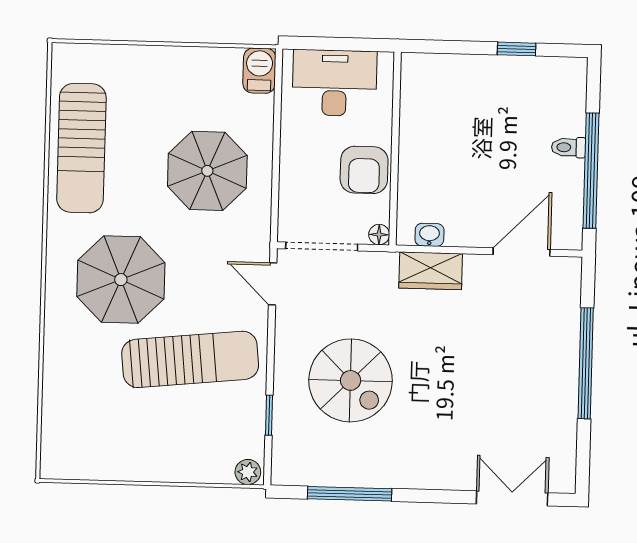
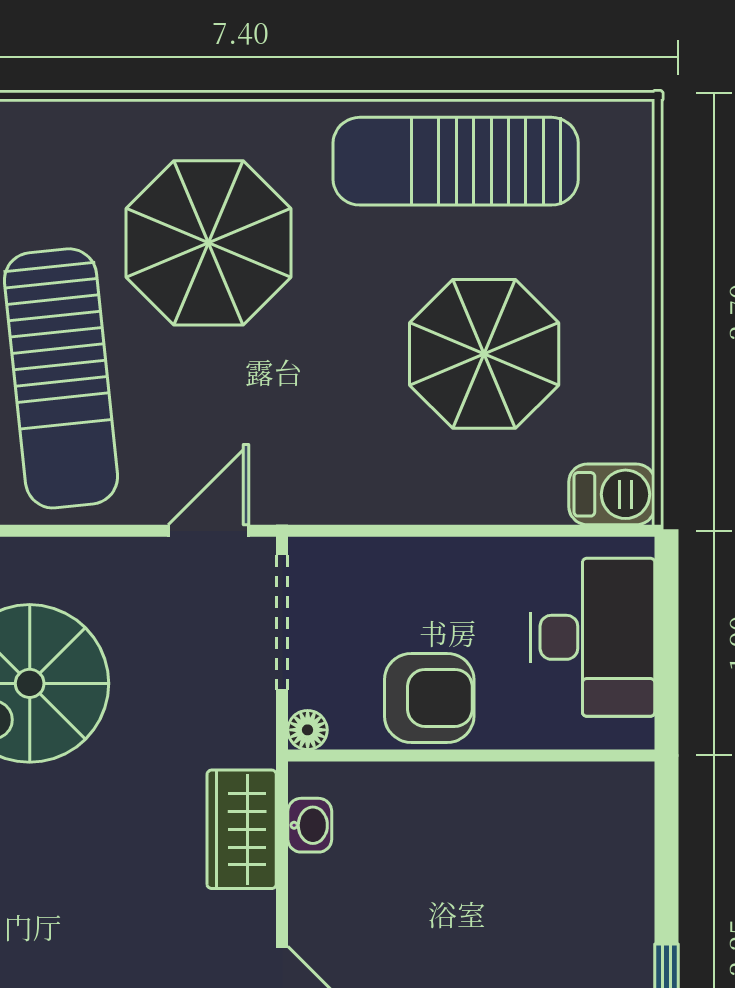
armchair: (364, 170) -> (429, 698), turned 180
parasol: (207, 171) -> (484, 354), moved

